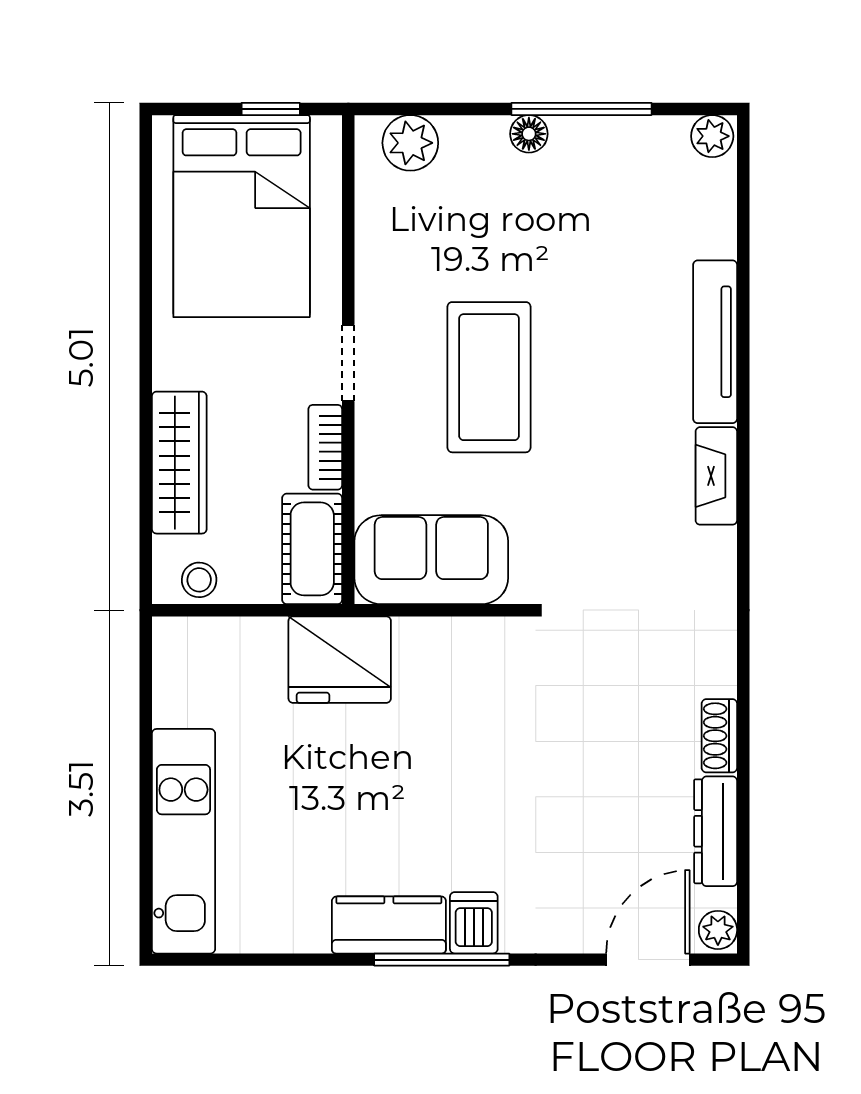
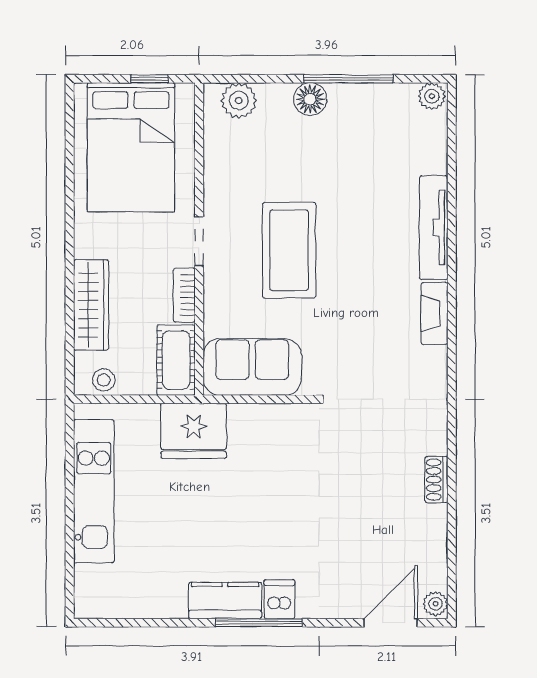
floor lamp: (529, 134) -> (310, 99), width x1.37, depth x1.37
dresser: (716, 831) -> (434, 541), removed
kitchen unit: (183, 841) -> (94, 491), moved

